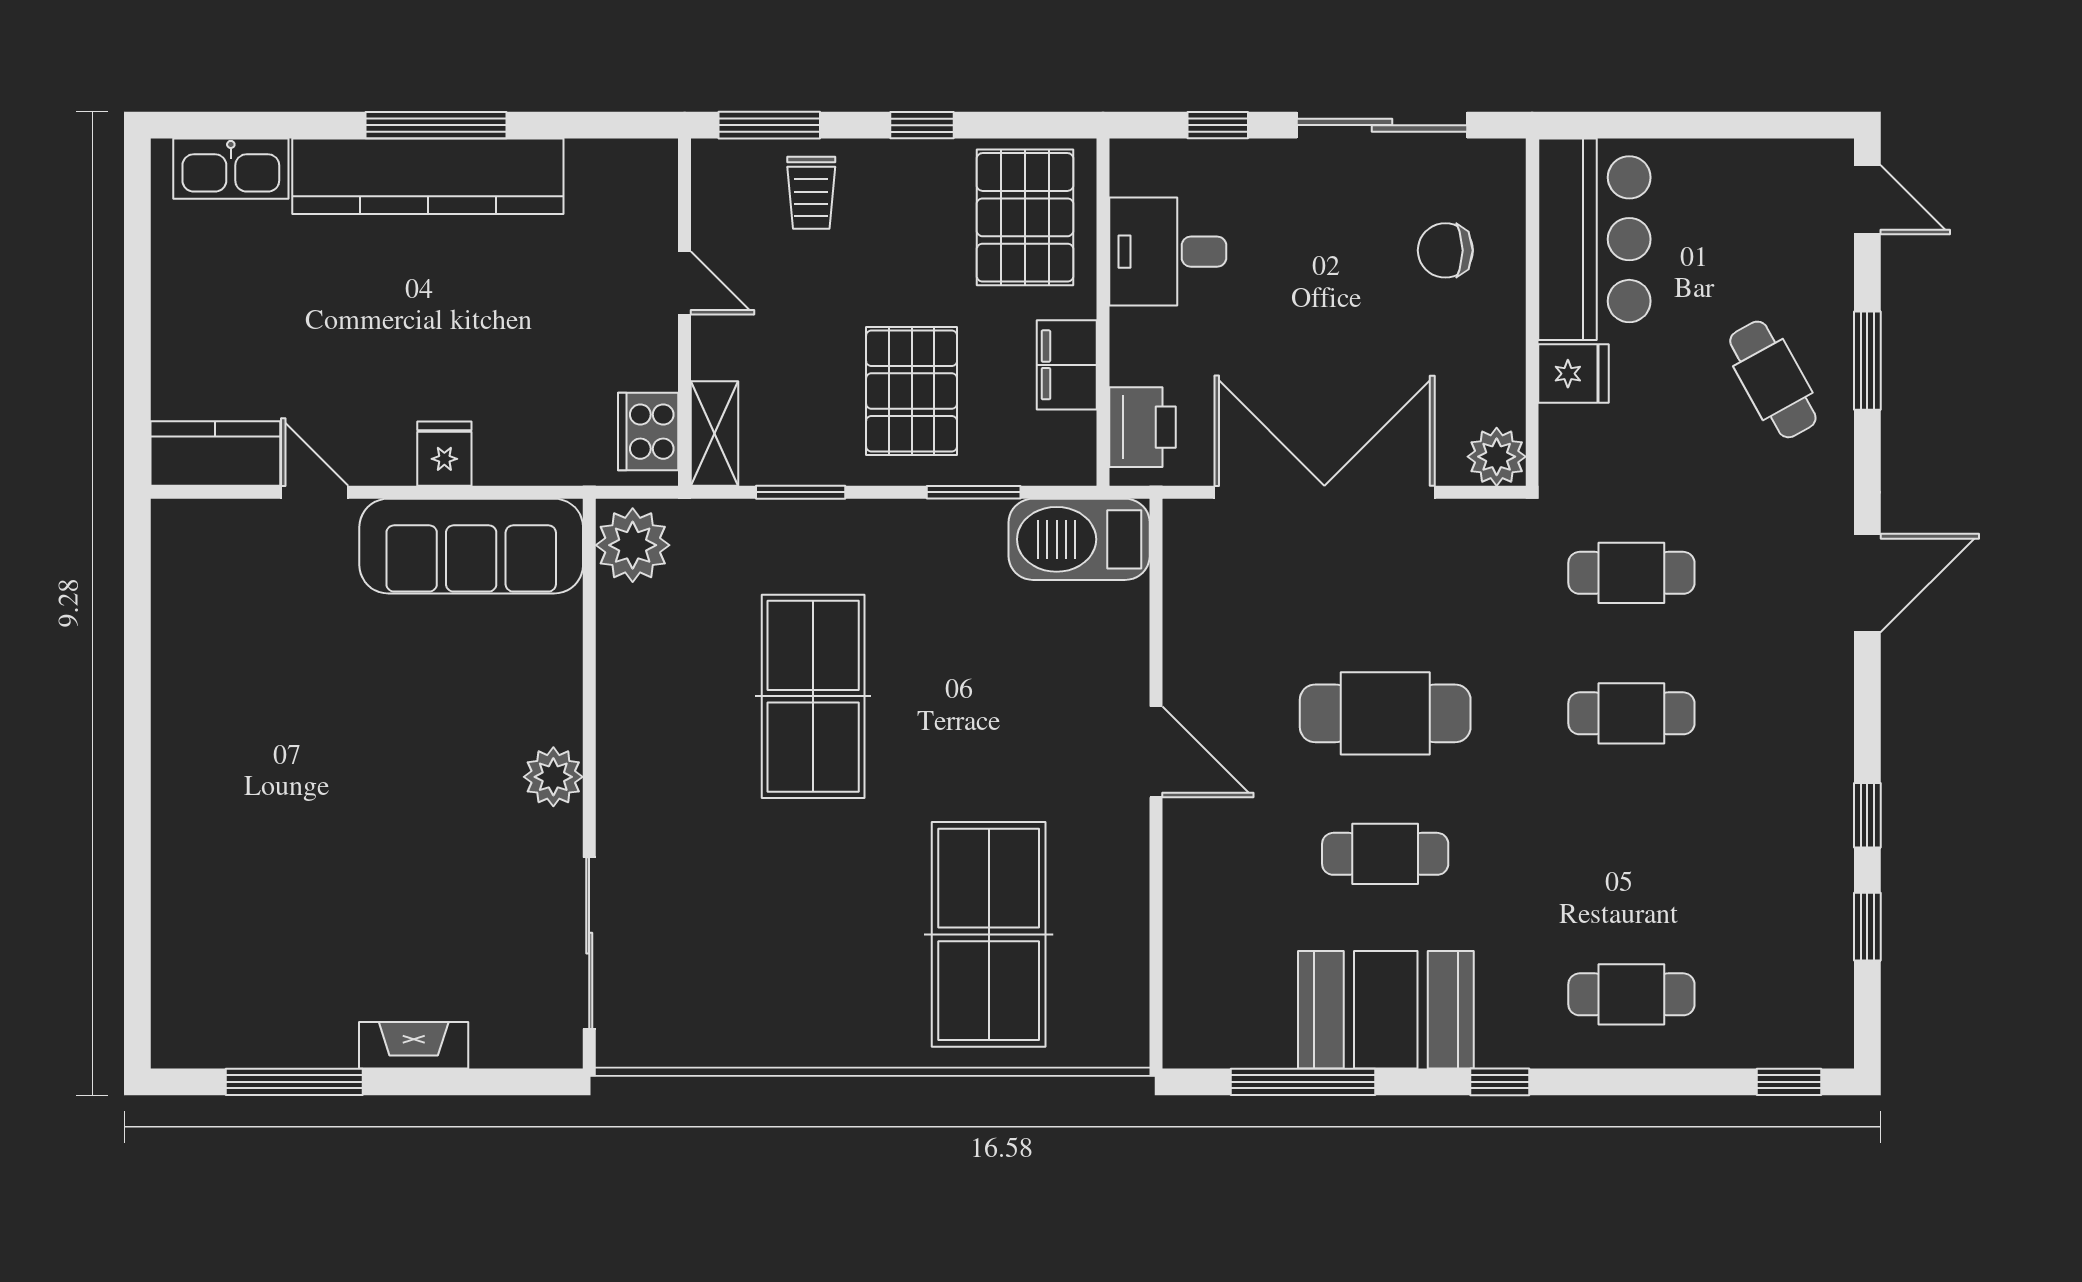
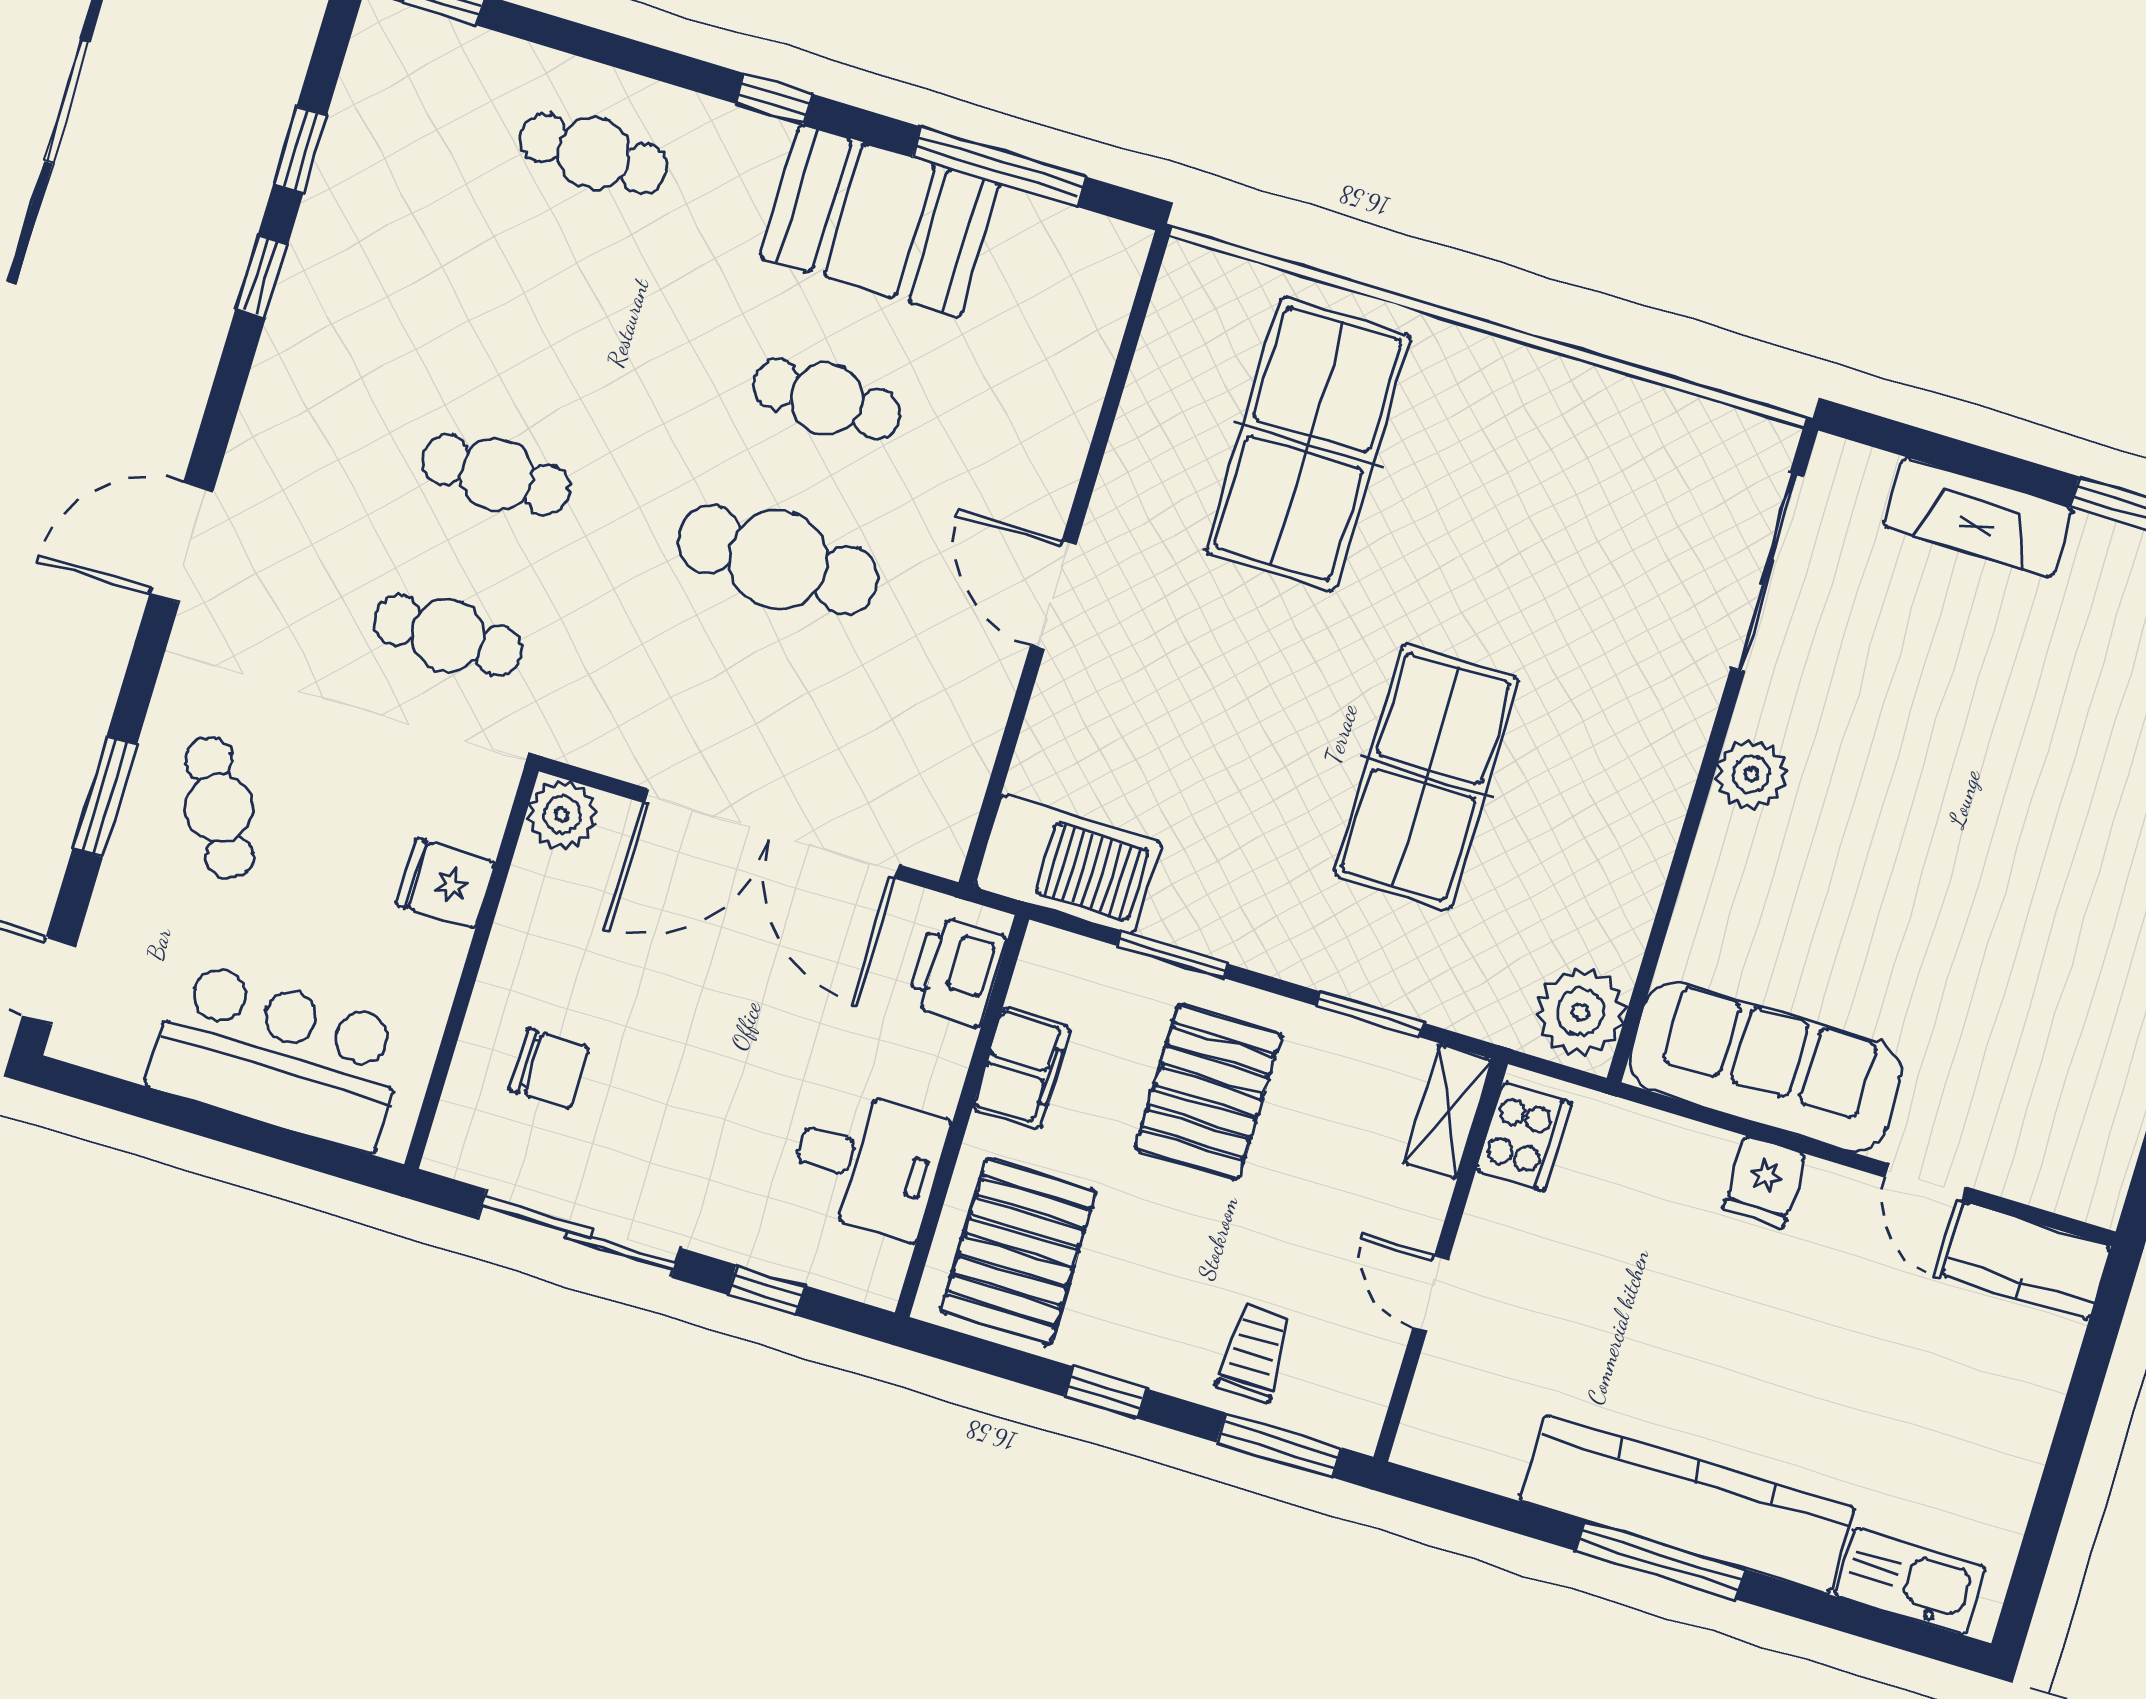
bar counter: (1594, 239) -> (279, 1057), moved, turned 90
fireplace: (414, 1045) -> (1978, 517), width x1.37, depth x1.32

